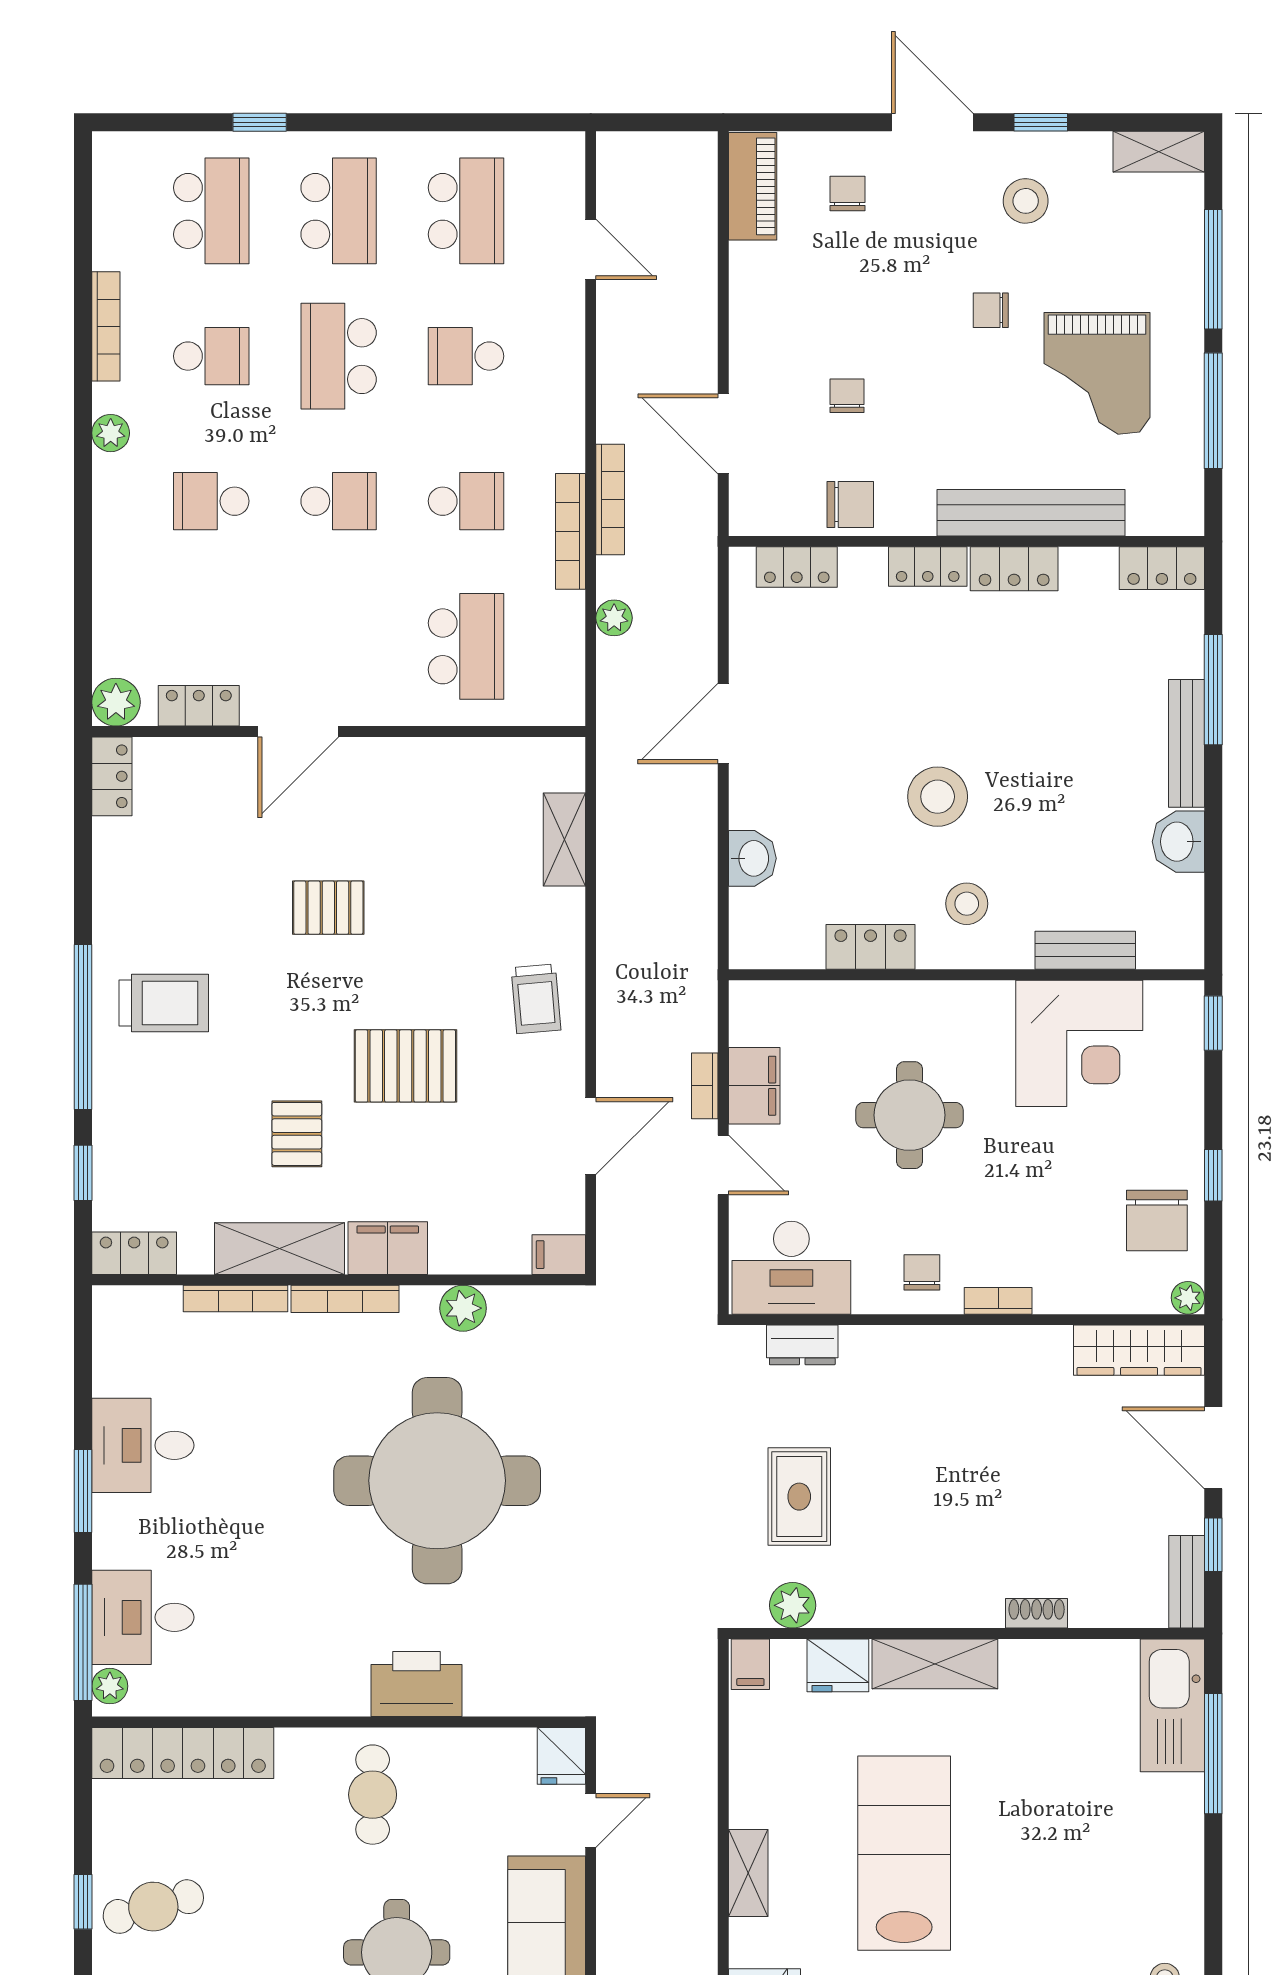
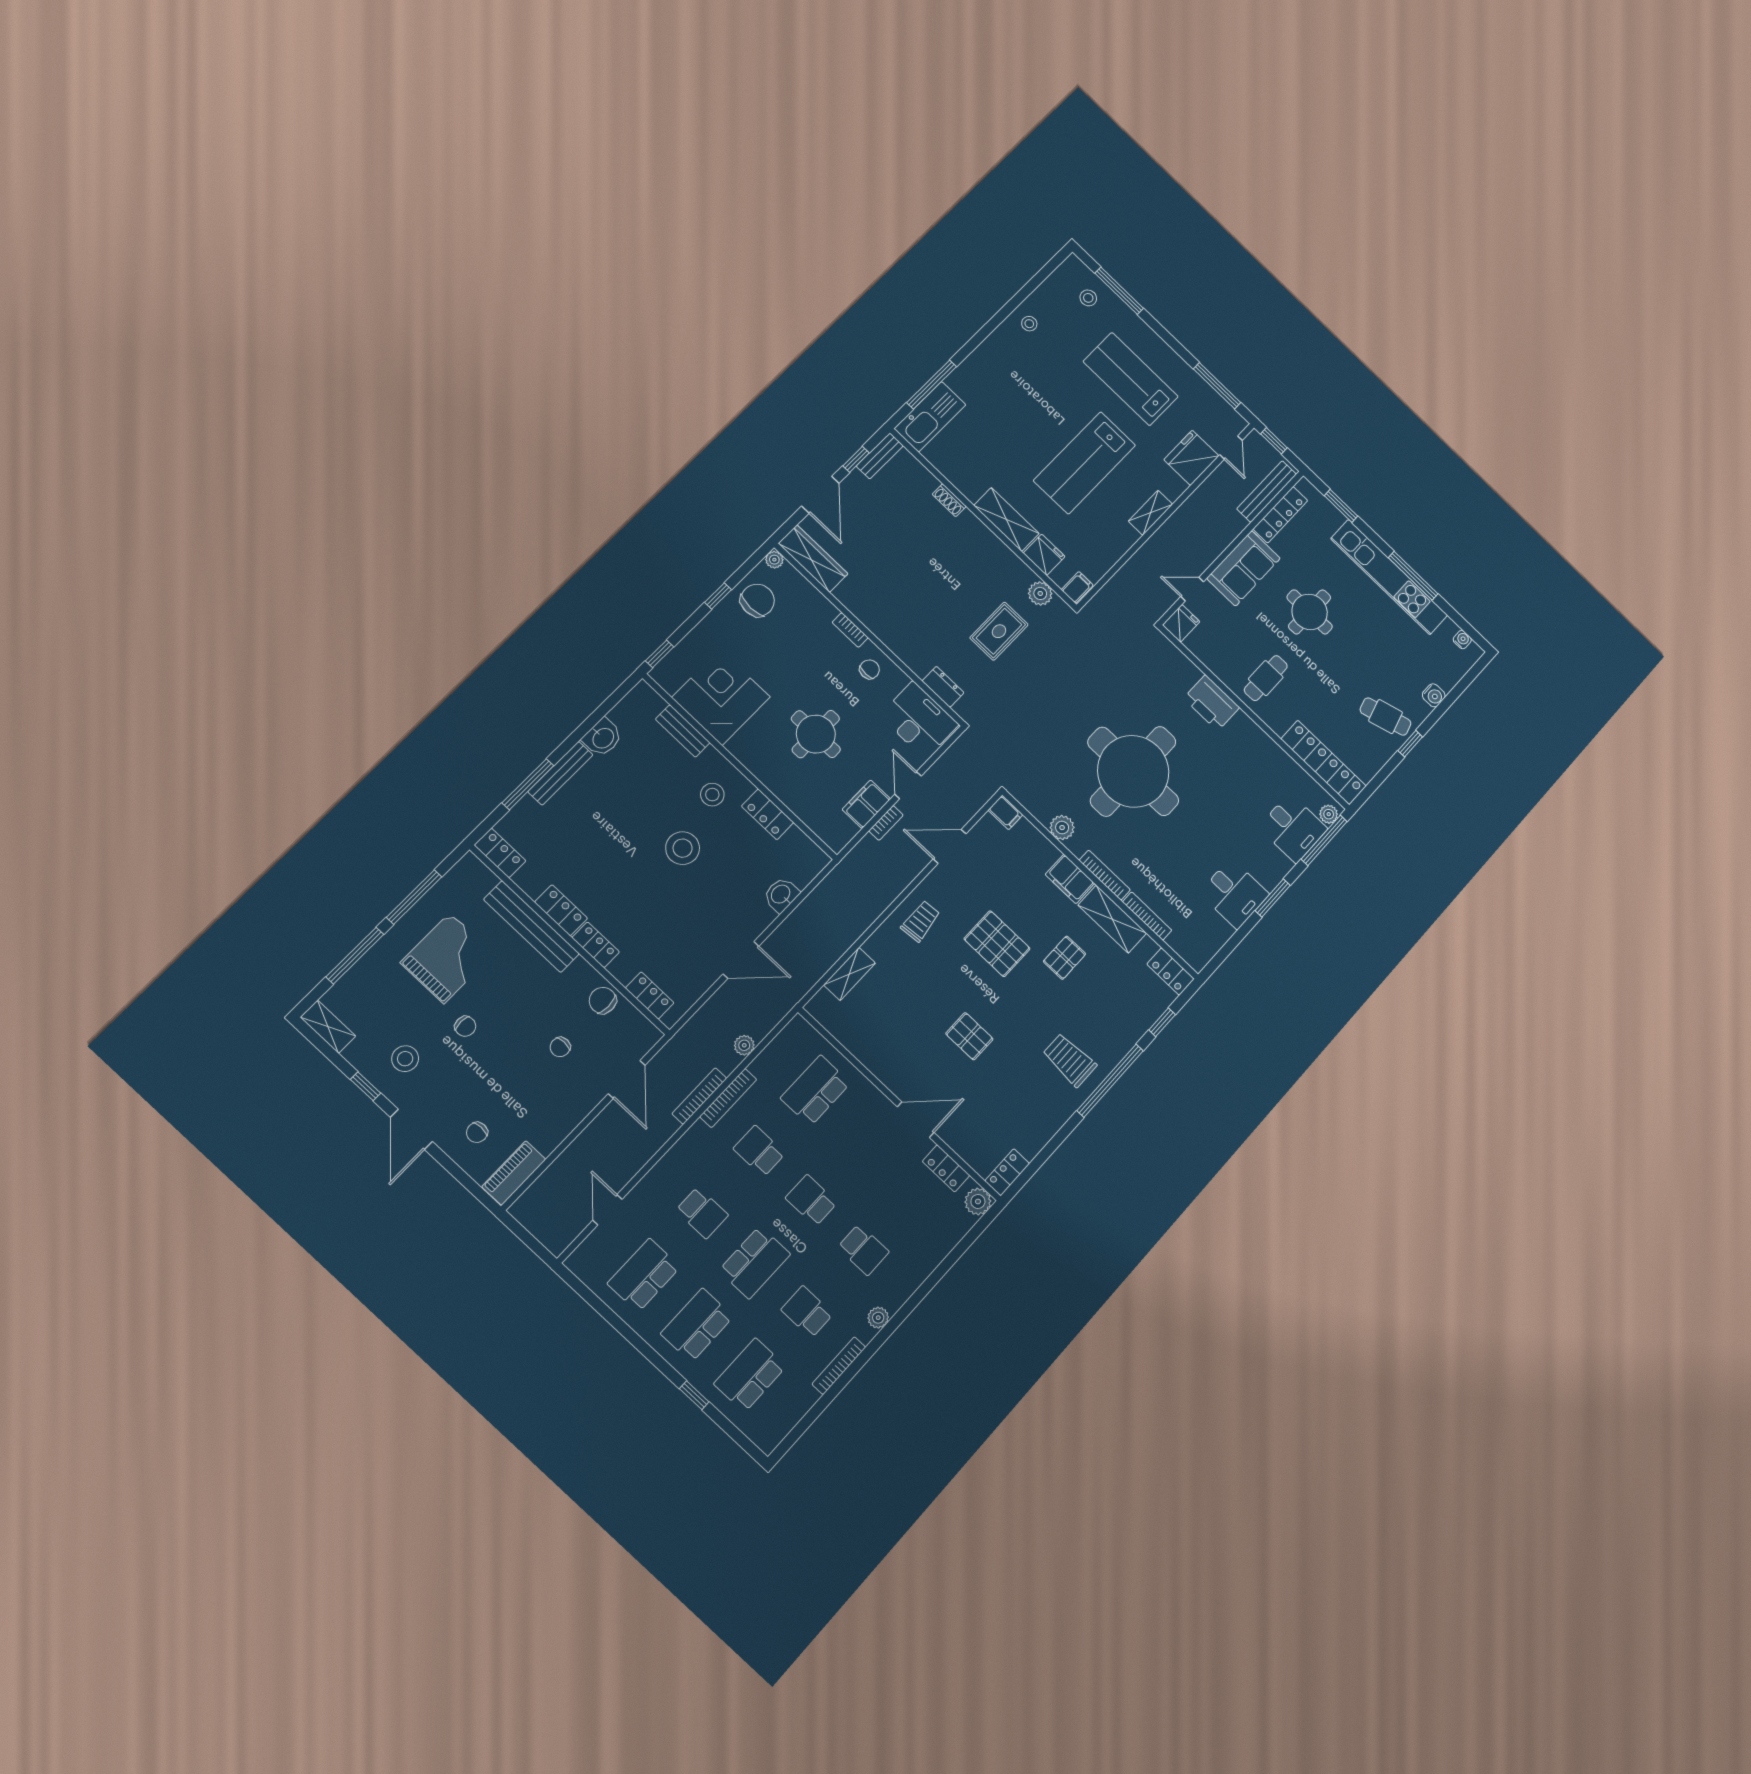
chair: (922, 1272) -> (870, 669), turned 180

